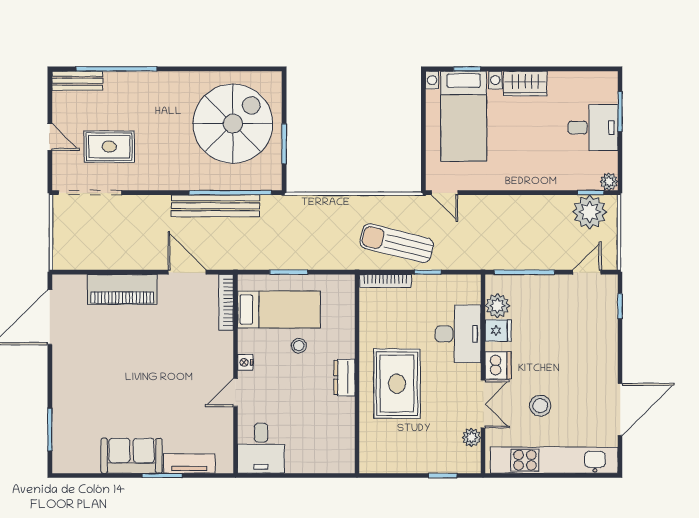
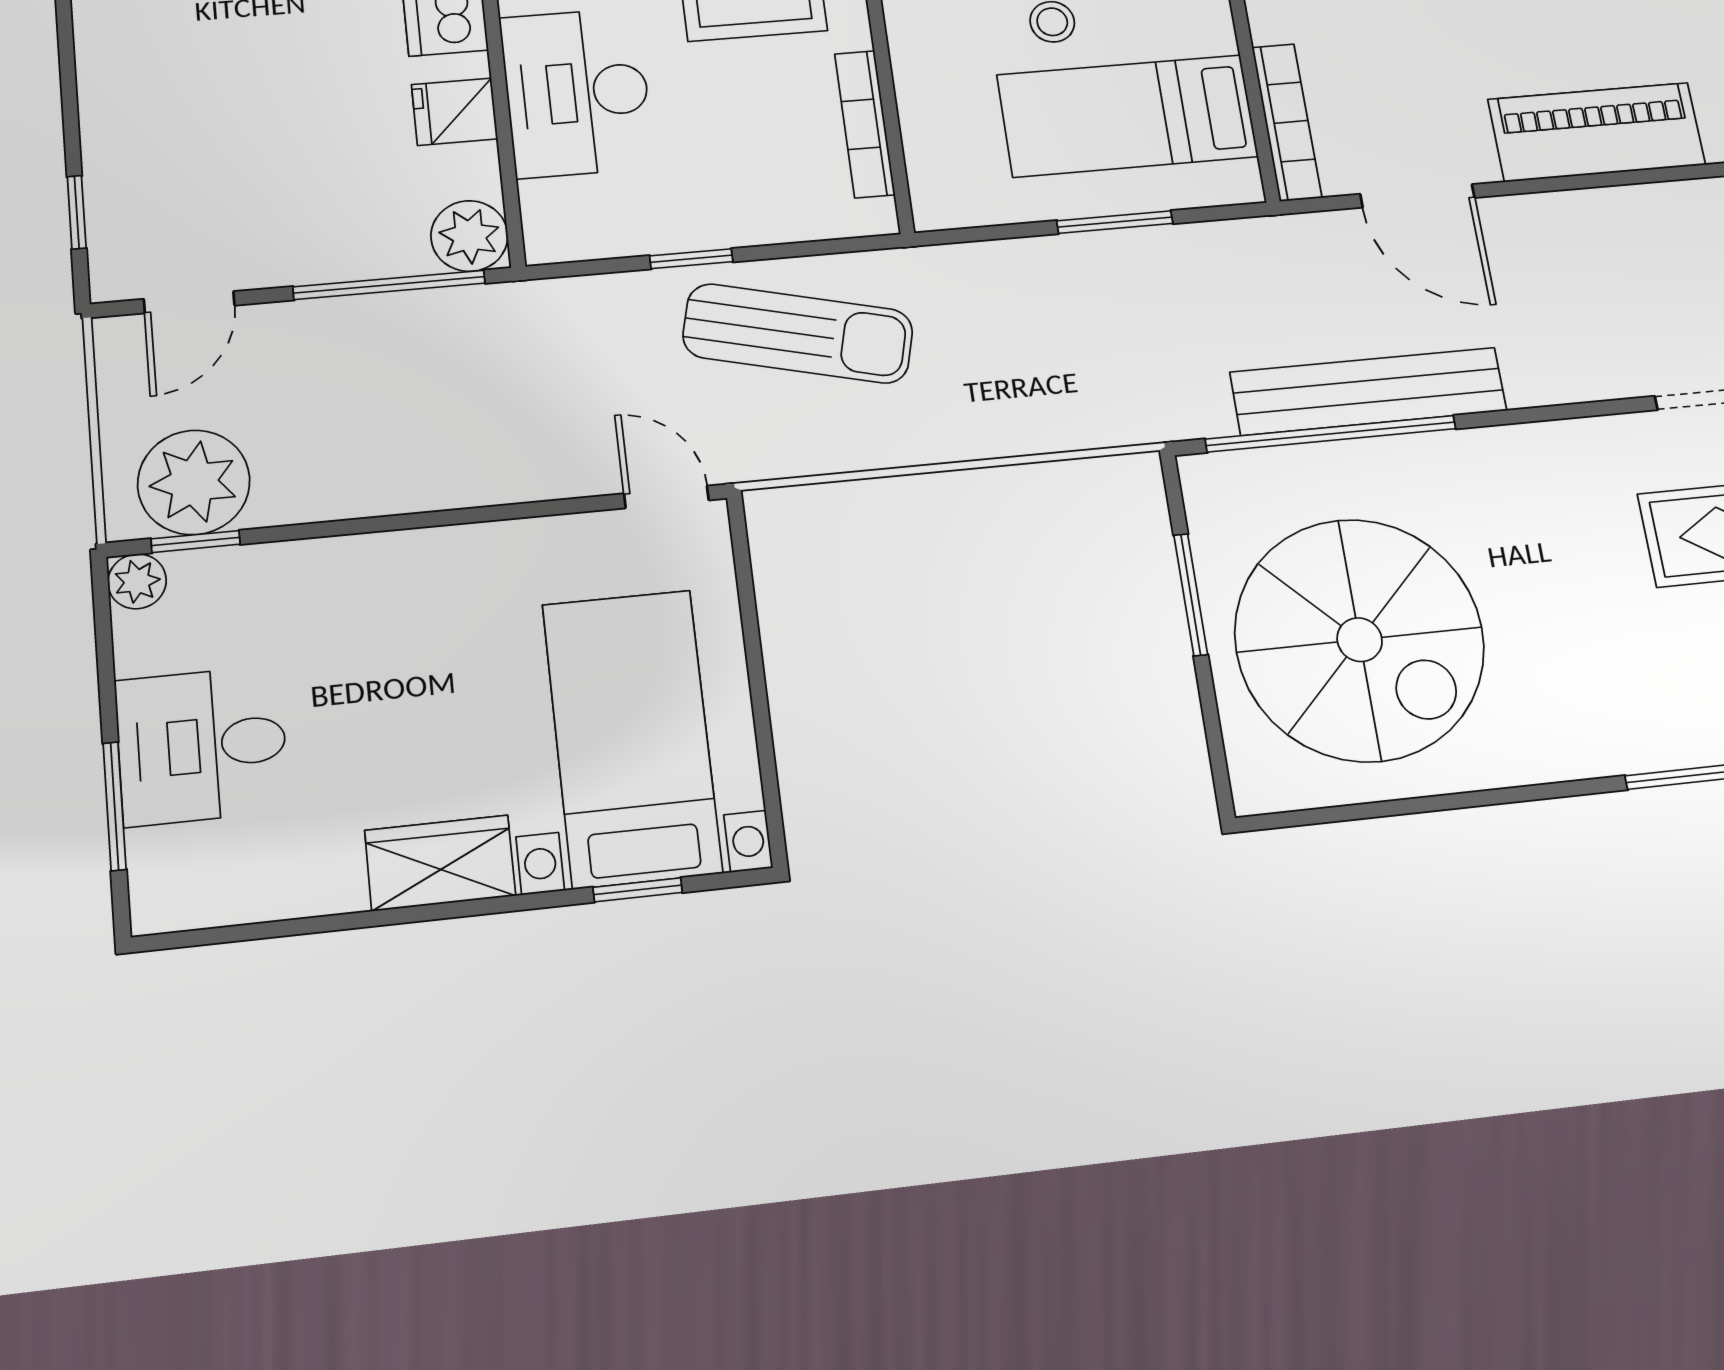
spiral stairs: (233, 124) -> (1360, 640), turned -90
bookcase: (385, 281) -> (865, 124), moved, turned -90
plant: (497, 306) -> (469, 236), moved

